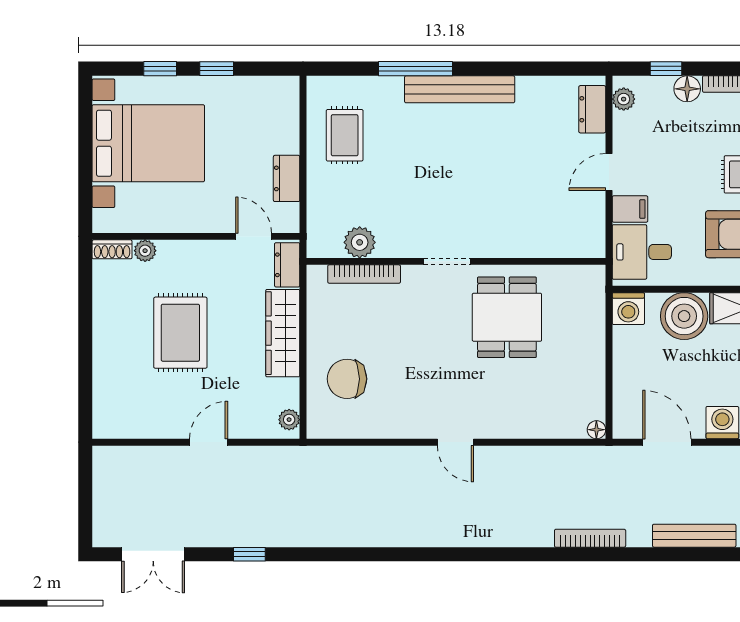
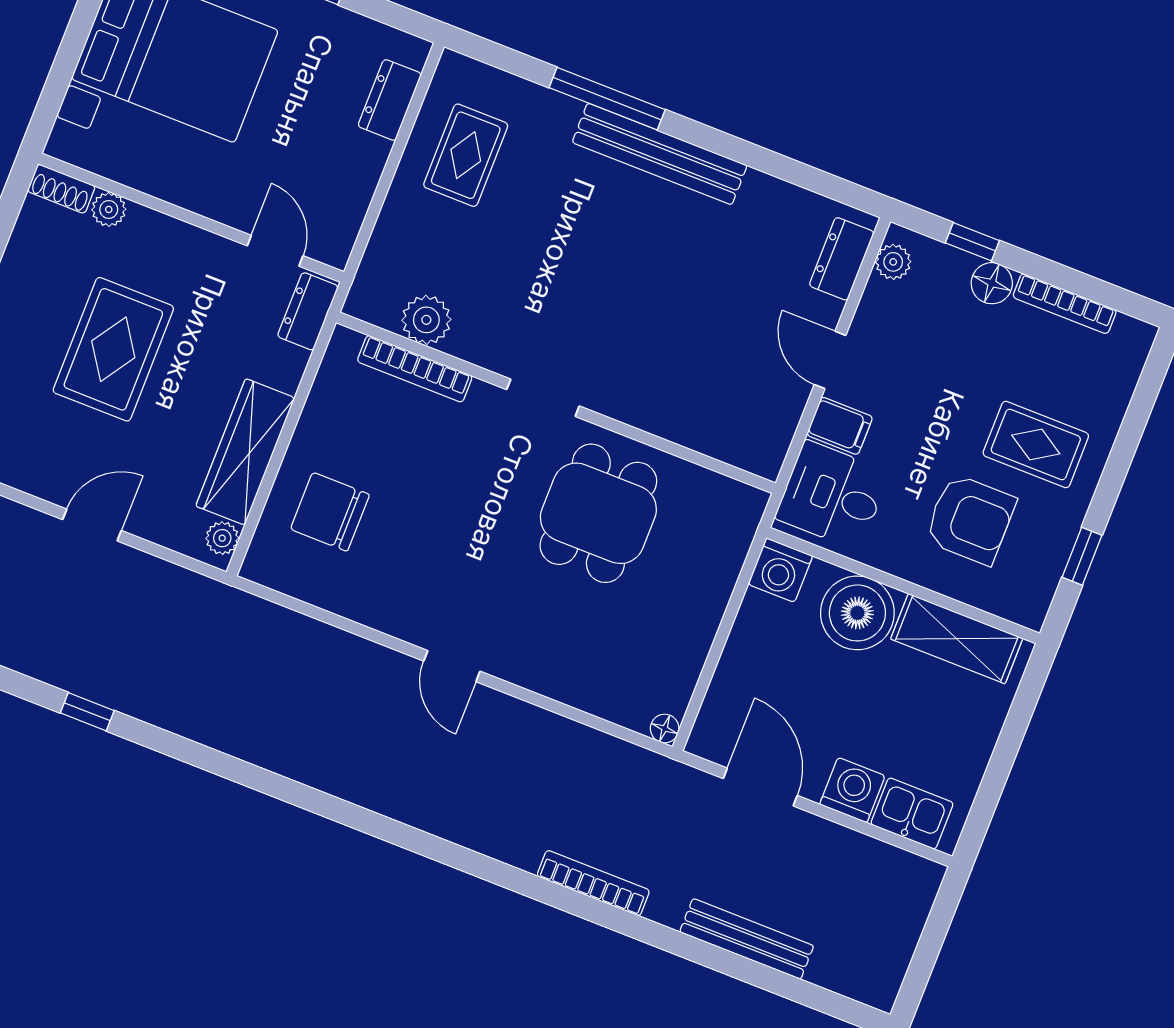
door: (609, 172) -> (830, 360), hinge flipped
dresser: (287, 178) -> (390, 100), moved
wardrobe: (283, 333) -> (245, 452), moved

